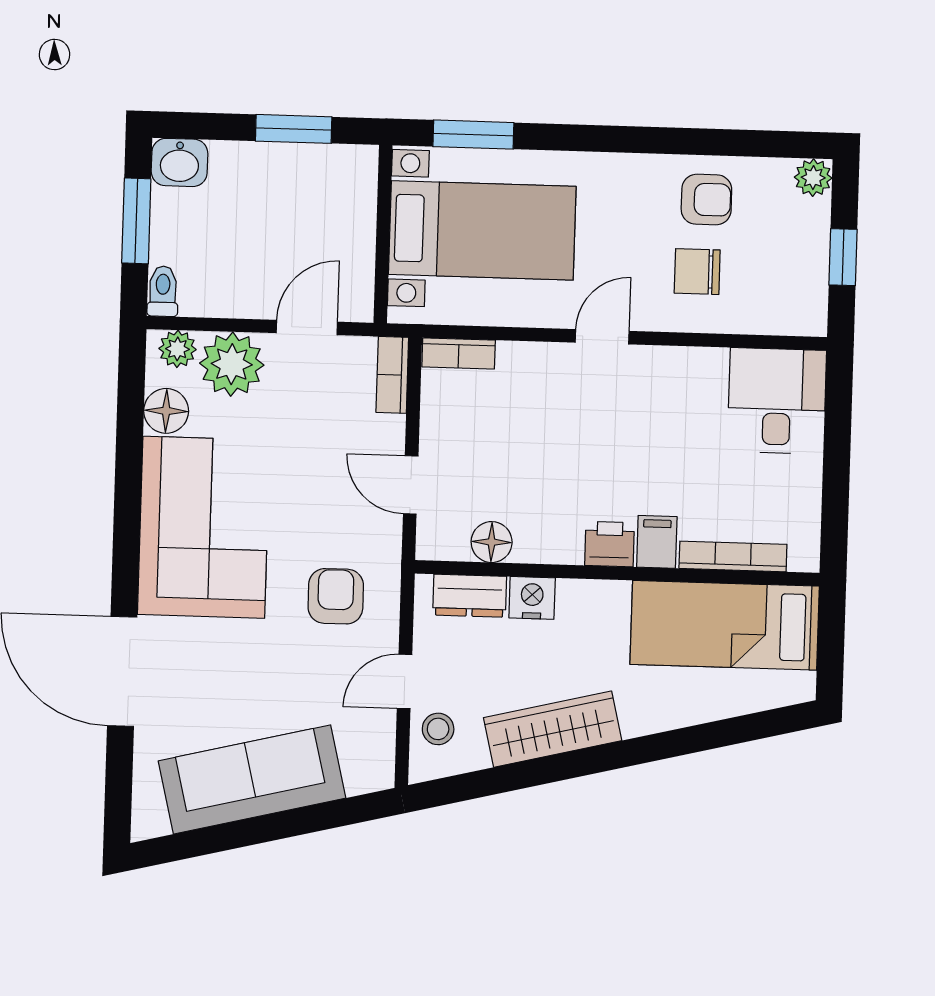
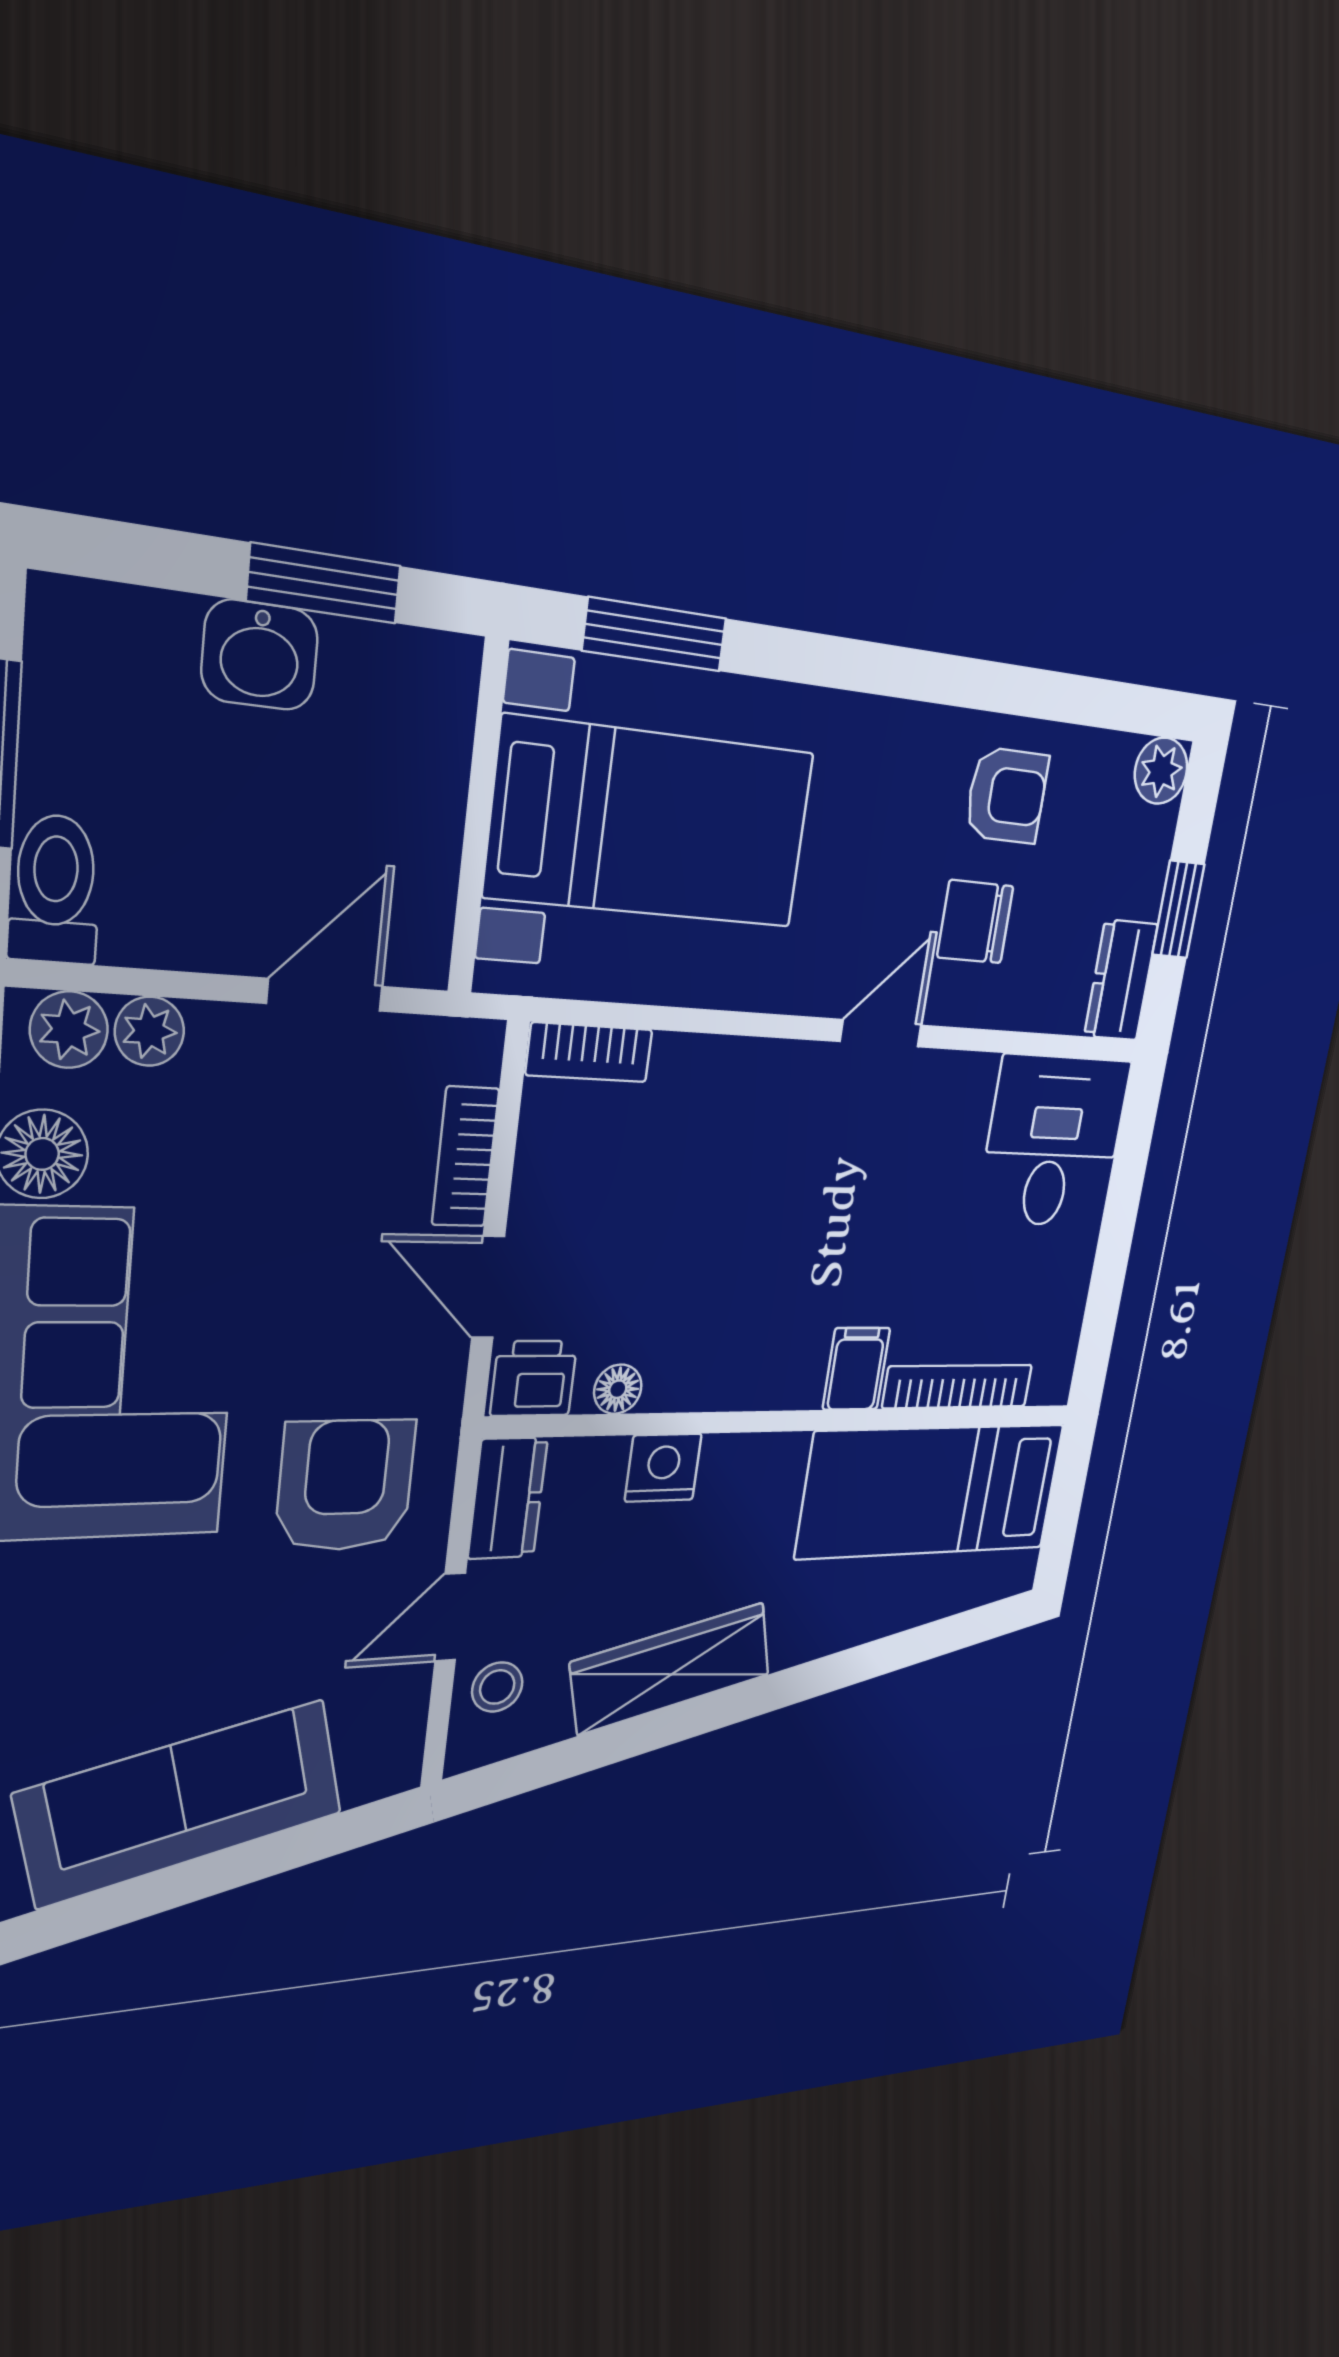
washbasin: (180, 162) -> (260, 655), moved
toilet: (163, 291) -> (55, 889), width x1.37, depth x1.39
dresser: (808, 301) -> (1121, 980), added
door: (602, 337) -> (881, 1033), moved
plant: (232, 364) -> (149, 1031), width x0.53, depth x0.53
bookcase: (392, 375) -> (465, 1157), moved
floor lamp: (492, 542) -> (618, 1389), width x0.73, depth x0.73
printer: (609, 544) -> (534, 1378), moved
armchair: (336, 596) -> (345, 1485), width x1.38, depth x1.38
dresser: (470, 596) -> (508, 1498), moved, turned -90

